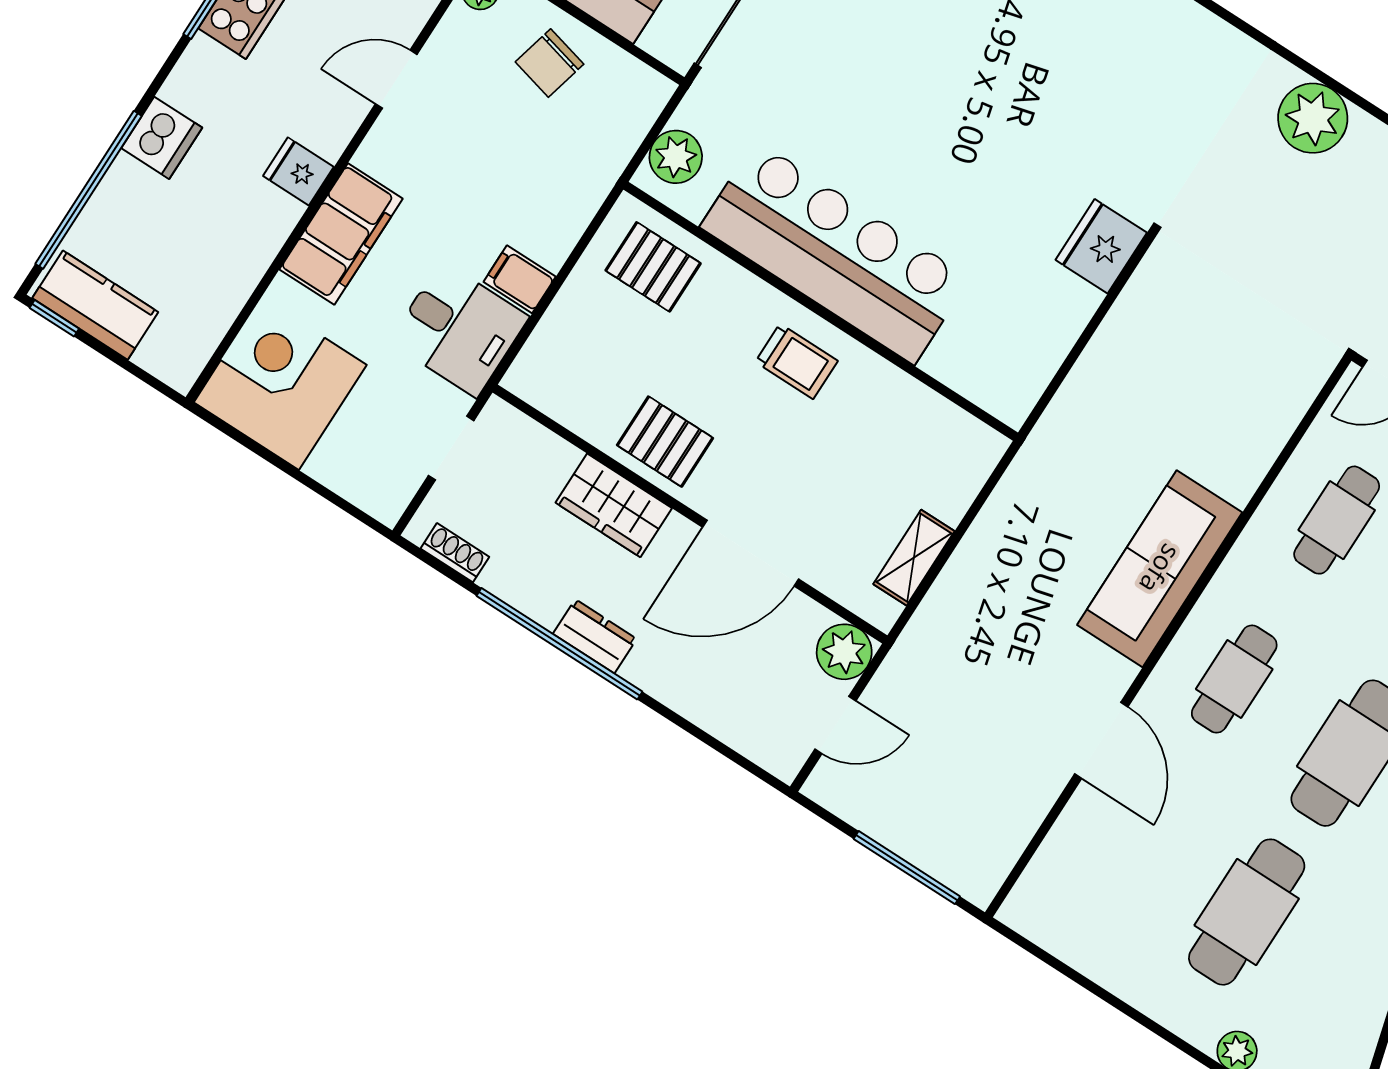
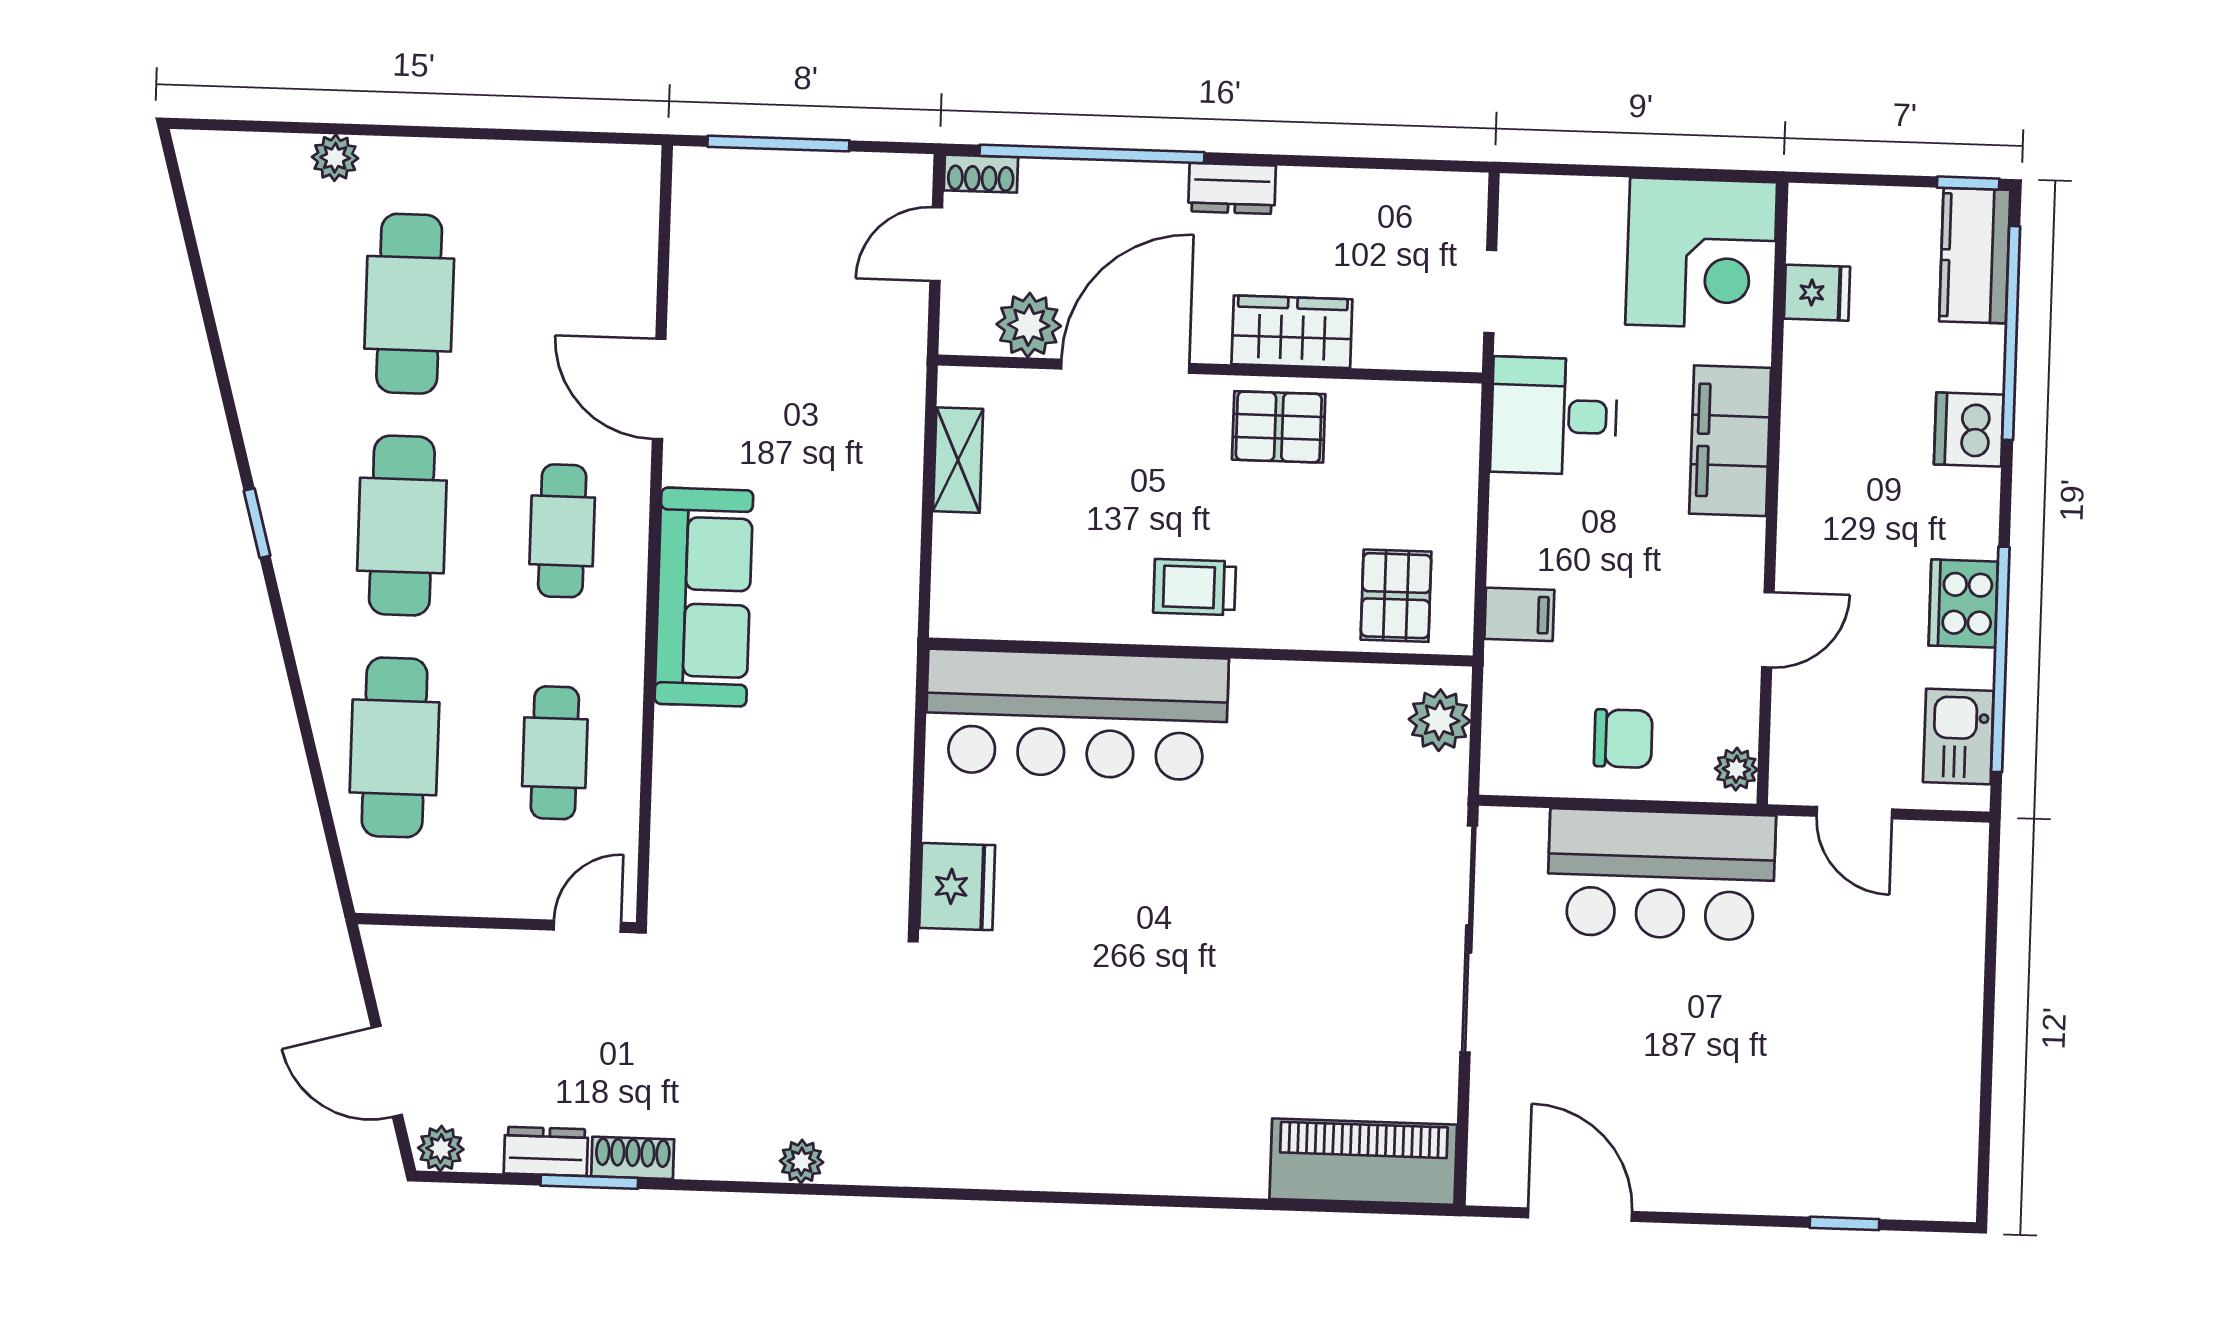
chair: (550, 63) -> (1623, 739), turned 76
plant: (1313, 118) -> (802, 1162), width x0.53, depth x0.53
fridge: (298, 171) -> (1817, 293), moved
bar counter: (835, 253) -> (1077, 715), moved
pallet: (653, 267) -> (1396, 596), turned 90
filing cabinet: (520, 279) -> (1519, 614), moved
kitchen counter: (95, 305) -> (1975, 256), moved, turned 90
shoe rack: (455, 553) -> (981, 174), moved
window: (559, 644) -> (1092, 154), moved
plant: (844, 652) -> (1029, 325), moved

